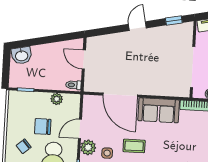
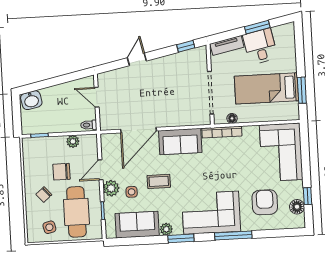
door: (137, 26) -> (137, 59), moved
door: (120, 95) -> (138, 130), hinge flipped

